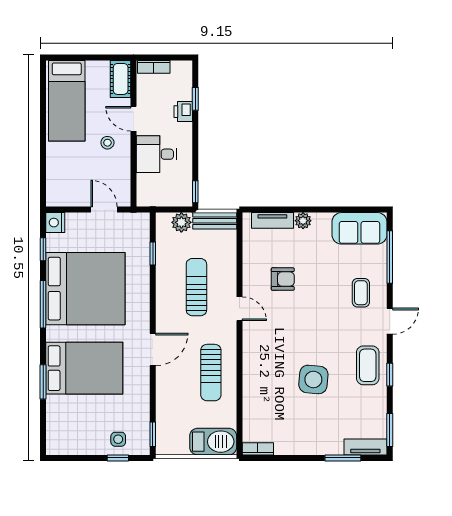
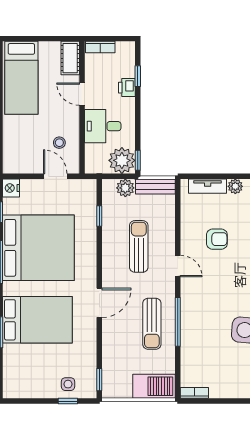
stool: (107, 143) -> (59, 143), moved
plant: (178, 192) -> (122, 160), added
window: (239, 370) -> (178, 322), added

